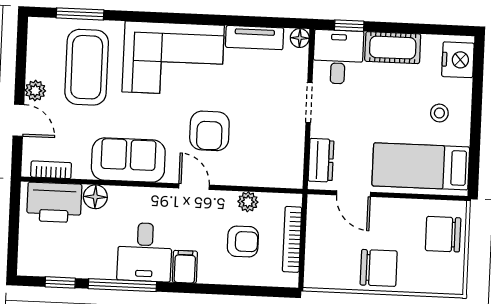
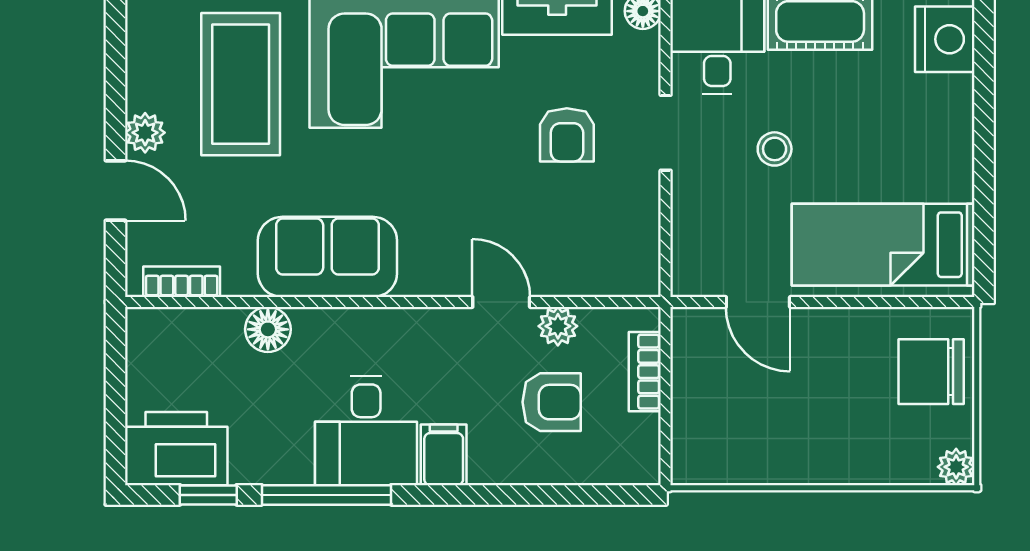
stool: (439, 113) -> (775, 149), moved
armchair: (209, 131) -> (567, 135), moved, width x0.72, depth x0.72
dresser: (321, 160) -> (693, 241), removed
door: (194, 187) -> (501, 302), moved
printer: (54, 202) -> (176, 449), moved, turned 180
bookcase: (292, 239) -> (645, 372), width x0.64
chair: (379, 268) -> (812, 441), removed
plant: (454, 285) -> (956, 467), added

